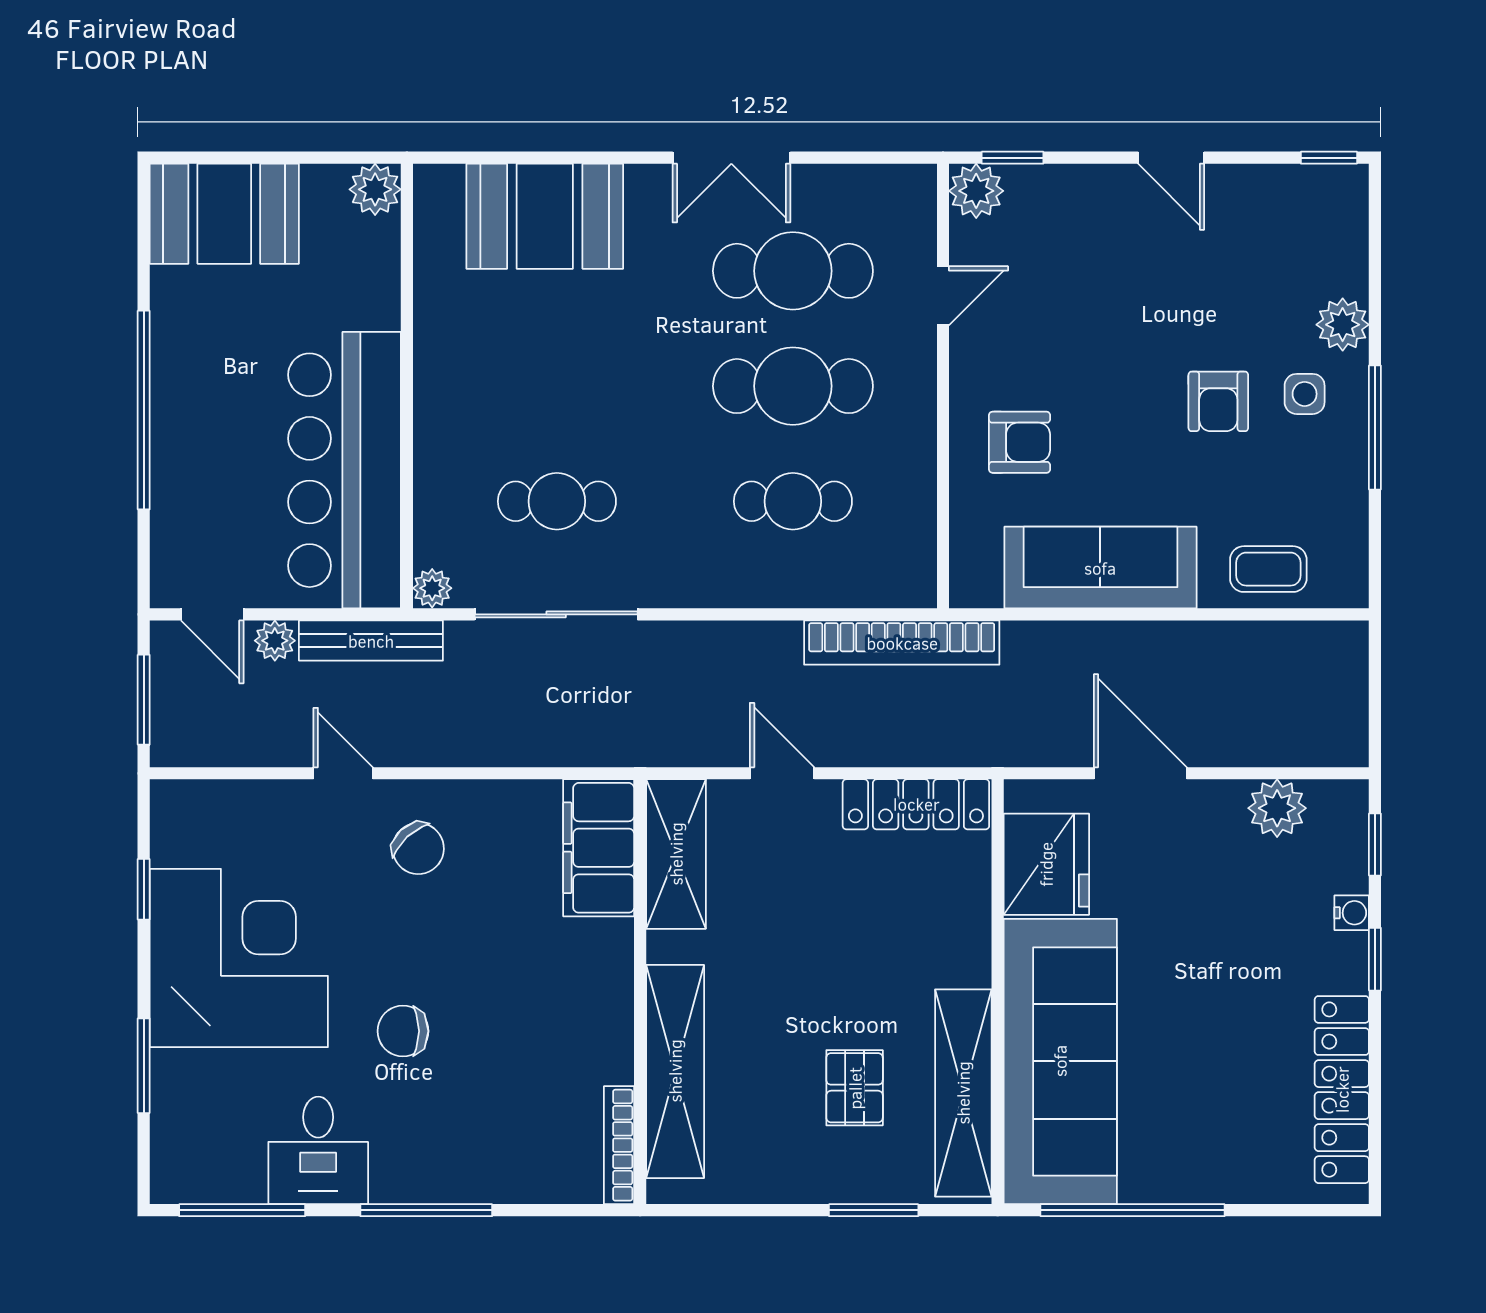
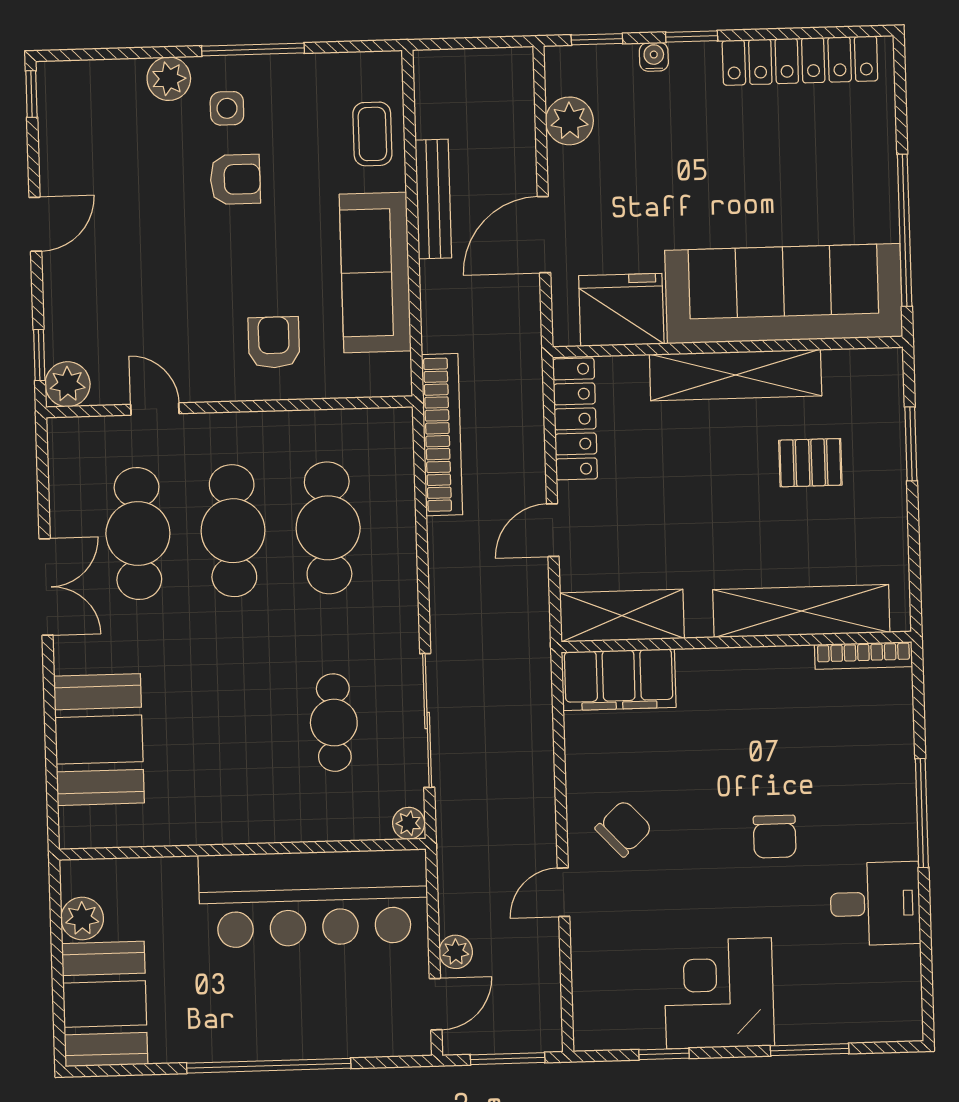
plant: (375, 189) -> (82, 918), moved
cafe table: (793, 501) -> (328, 528), width x1.37, depth x1.35
bench: (371, 641) -> (433, 199), moved
corner desk: (239, 958) -> (719, 993), width x0.74, depth x0.74
shelving: (963, 1093) -> (736, 375), moved
window: (242, 1210) -> (926, 965), removed

